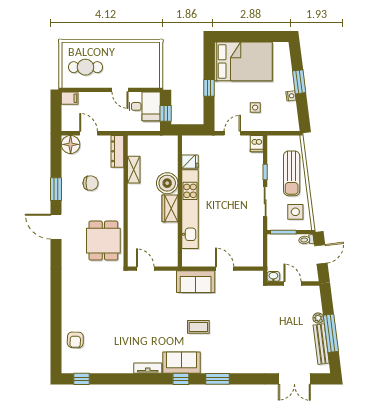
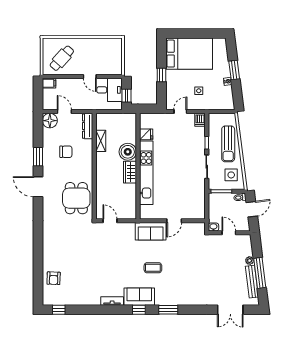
cafe table: (85, 67) -> (62, 58), turned -48
door: (225, 269) -> (174, 221), swing flipped

